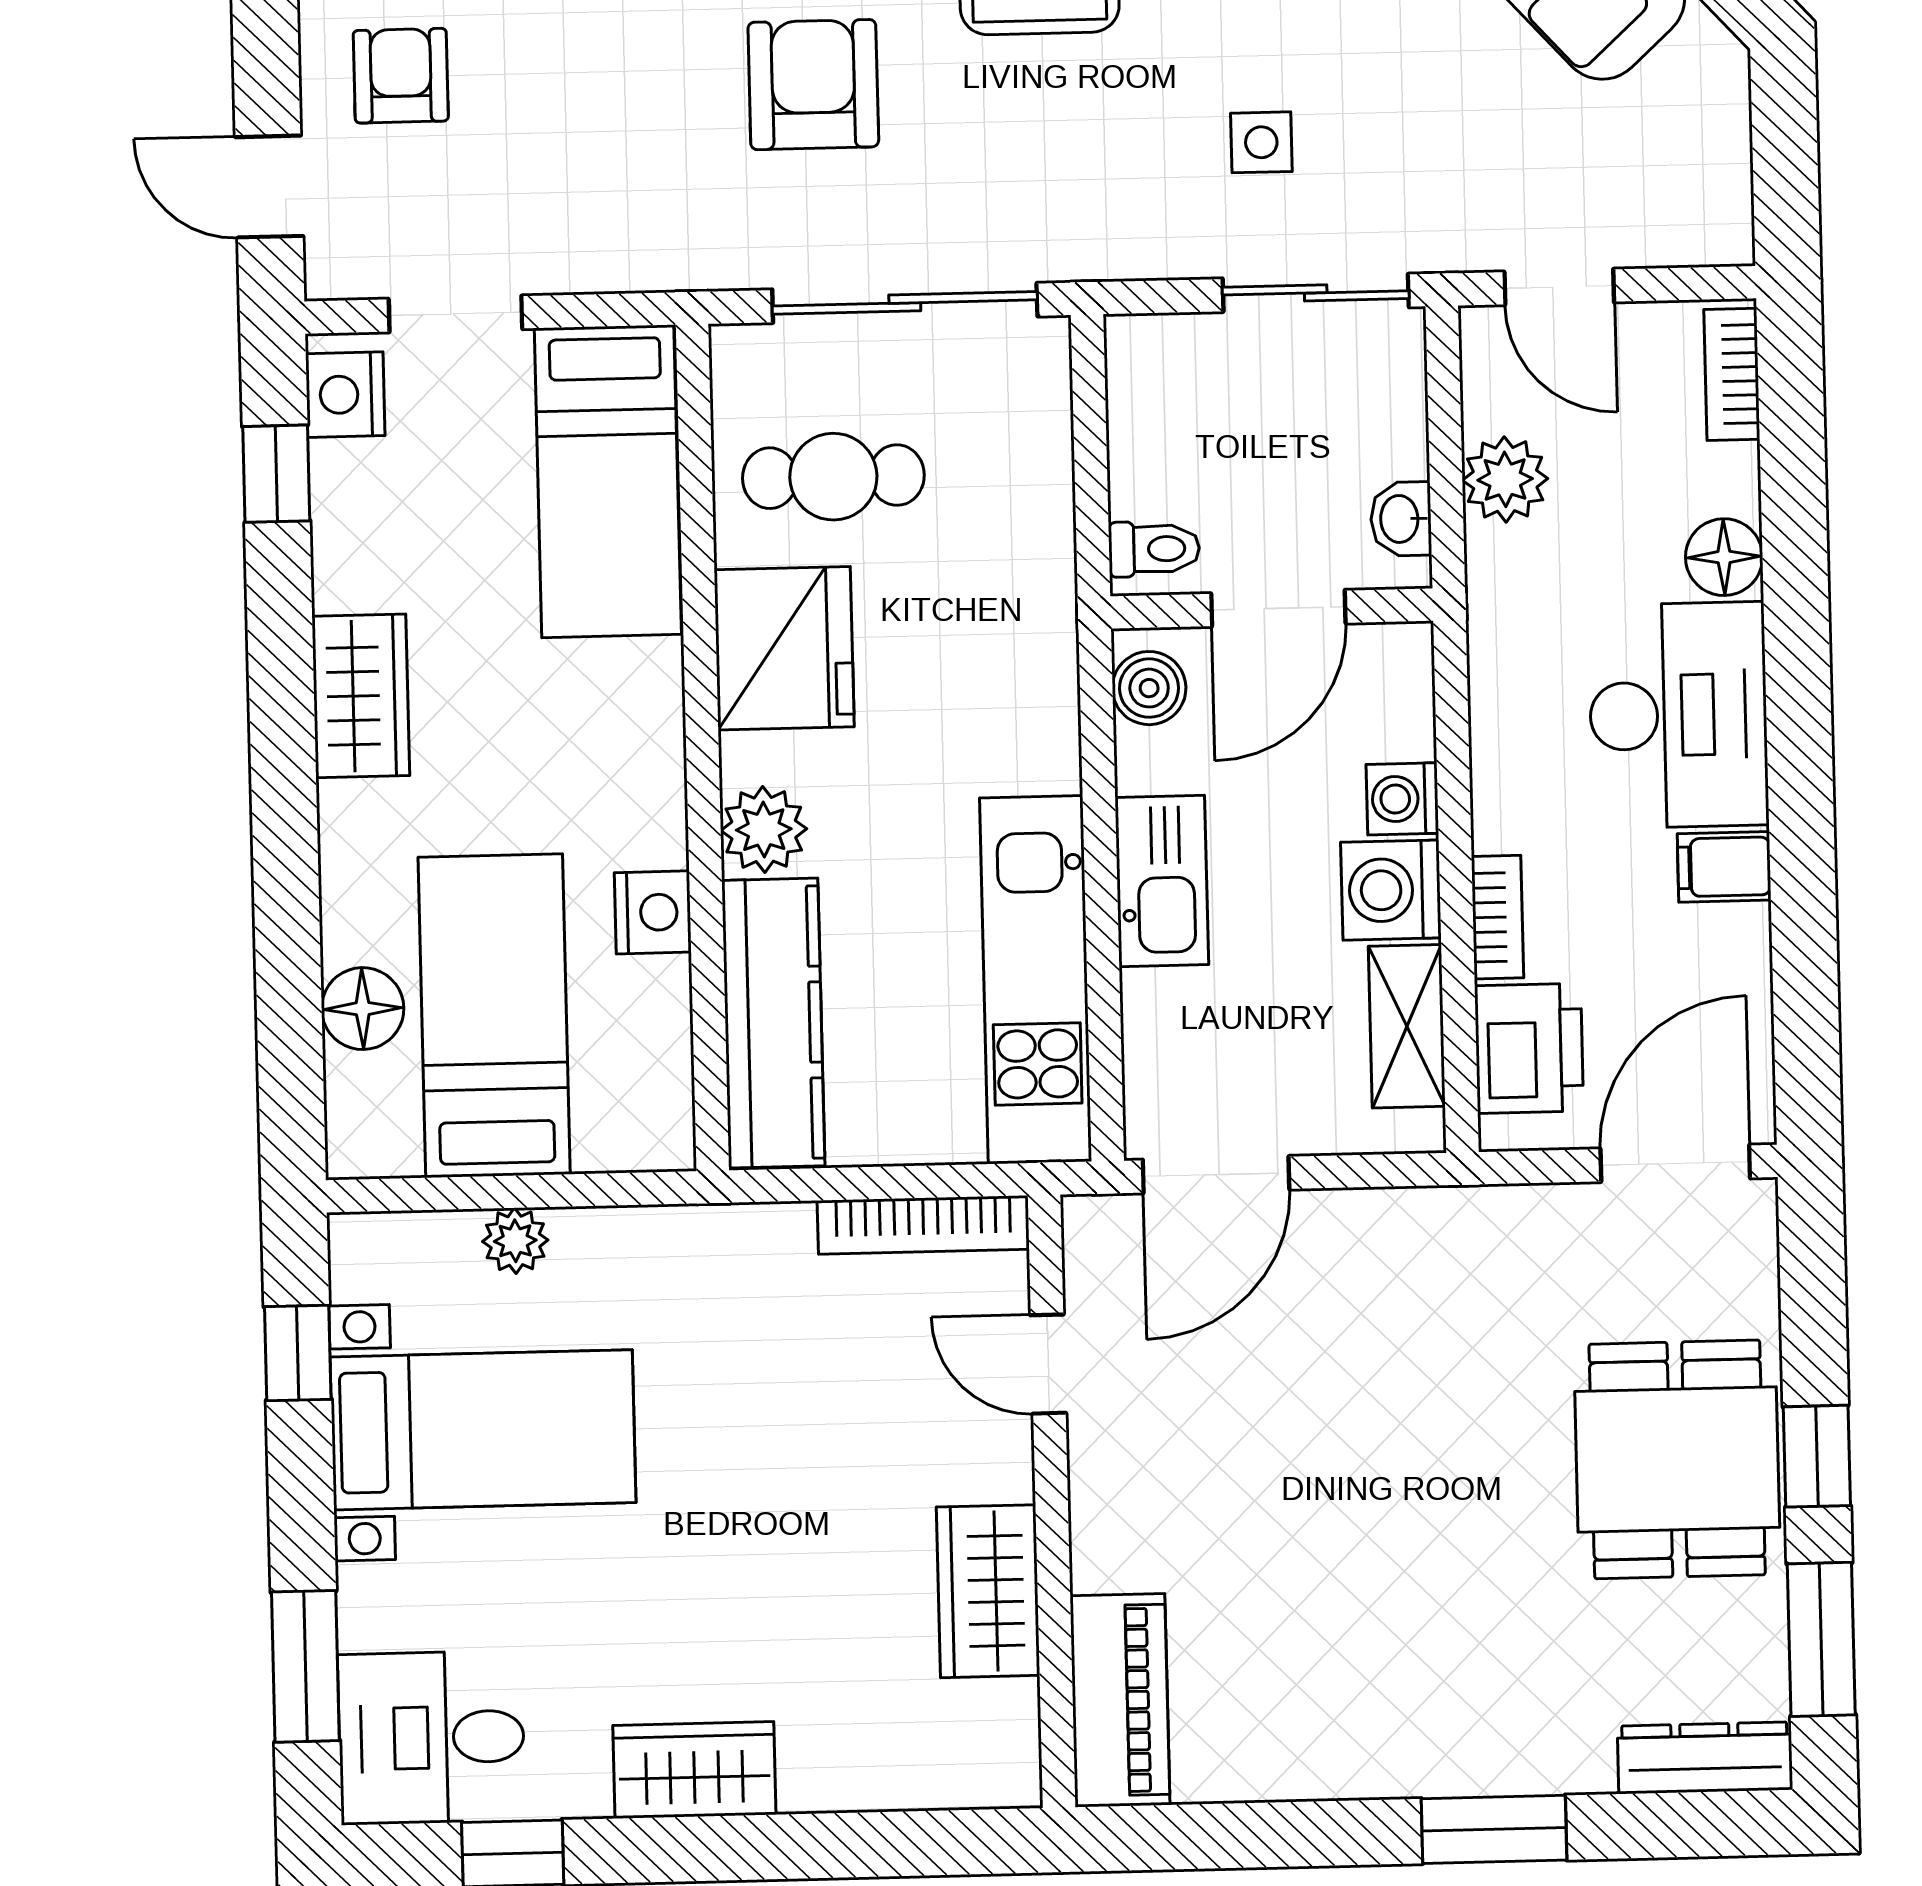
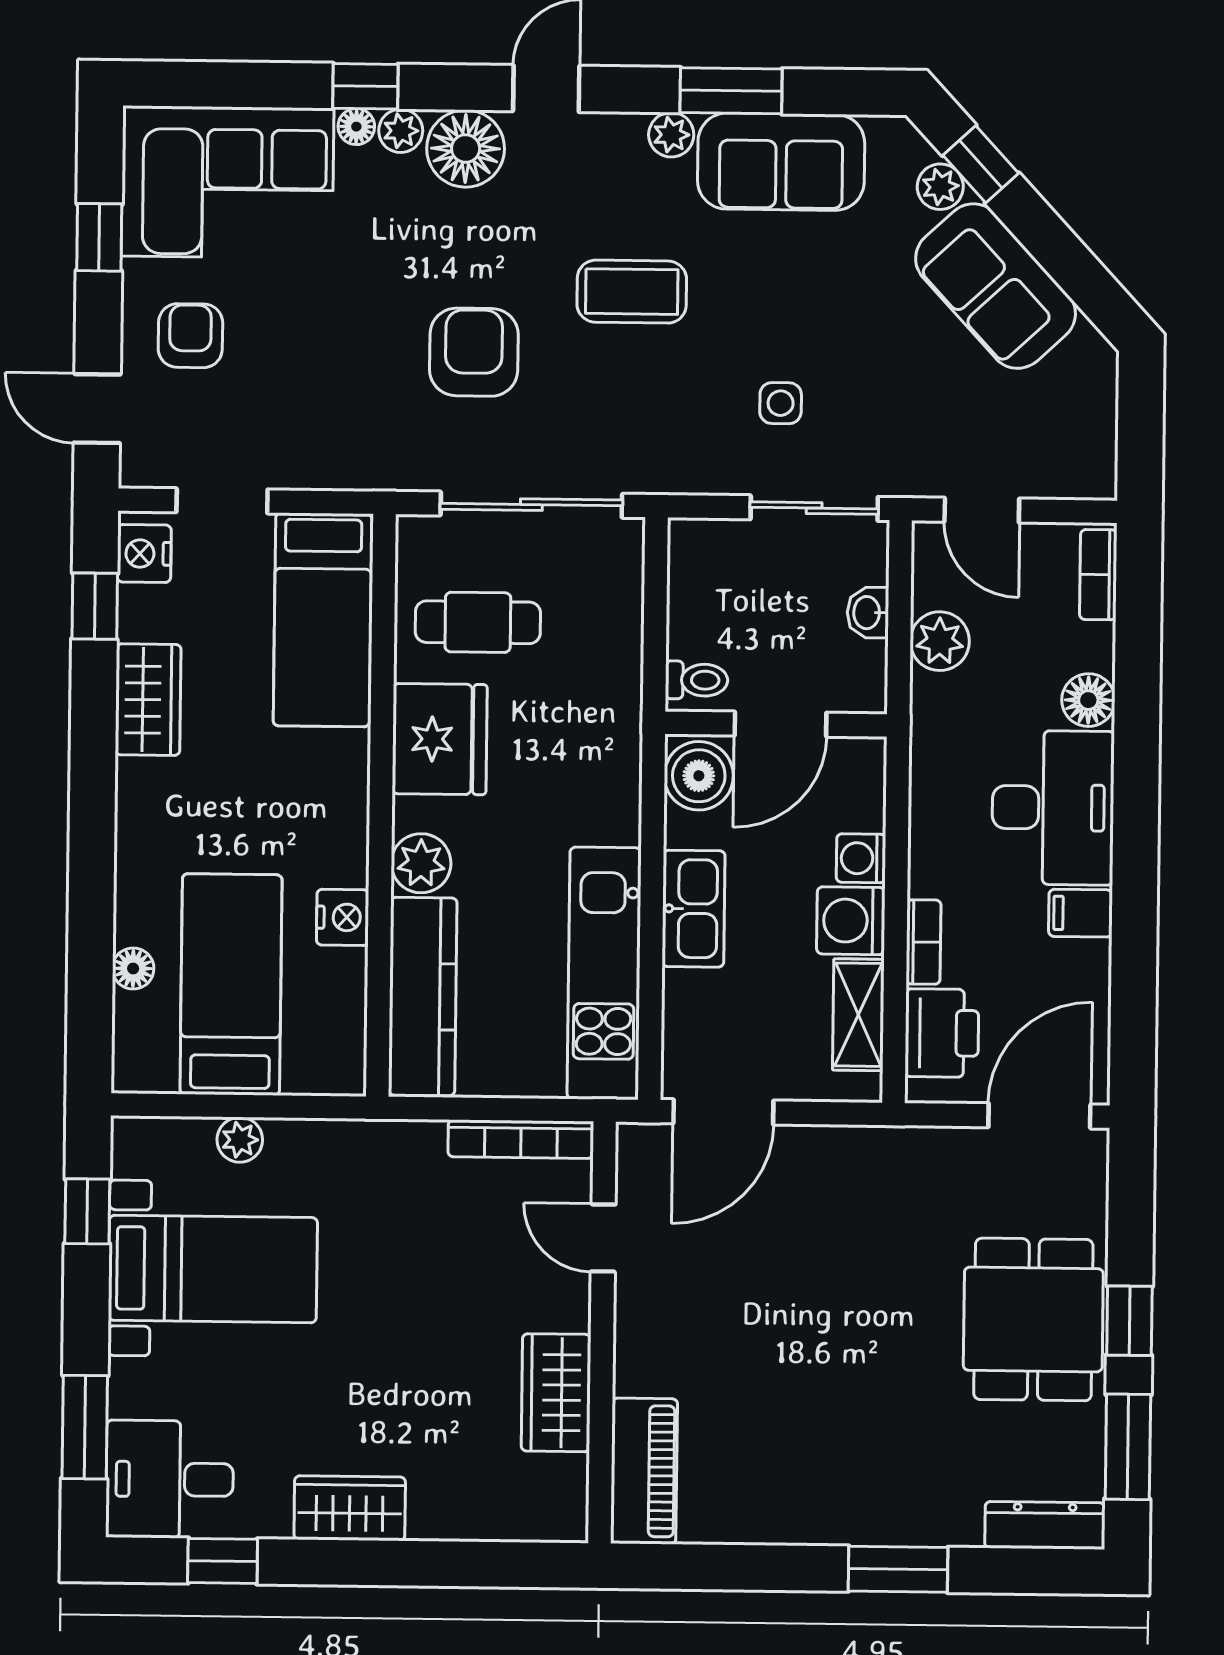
washbasin: (1401, 519) -> (868, 613), moved
boiler: (1149, 688) -> (699, 776), width x1.36, depth x1.36
wardrobe: (361, 696) -> (148, 700), moved
floor lamp: (363, 1009) -> (133, 968), width x0.73, depth x0.73

